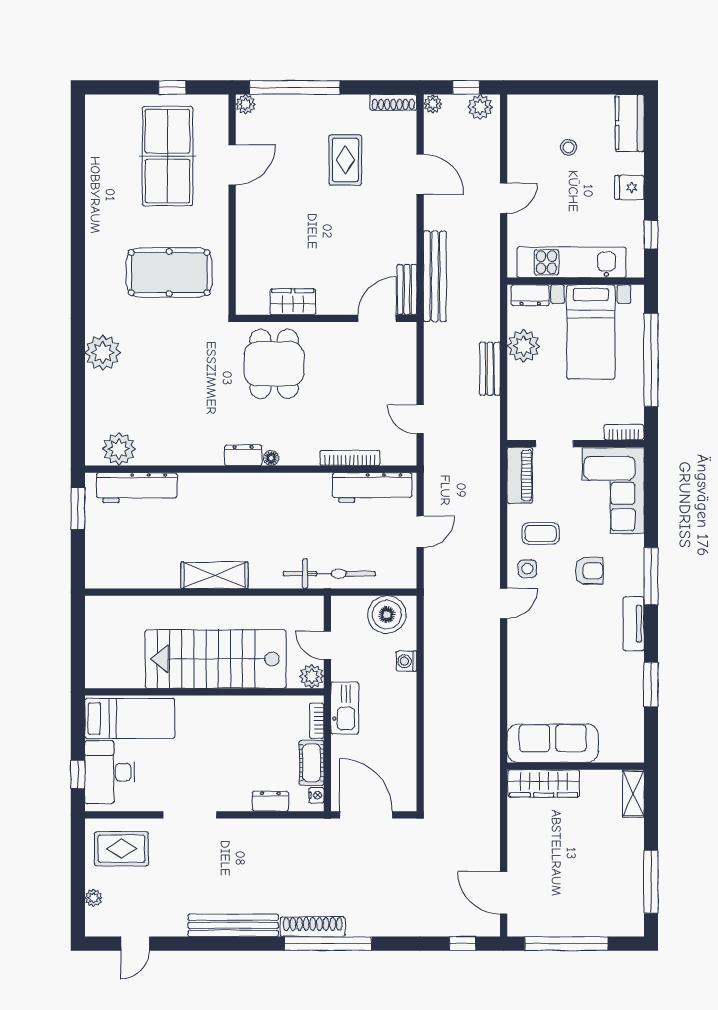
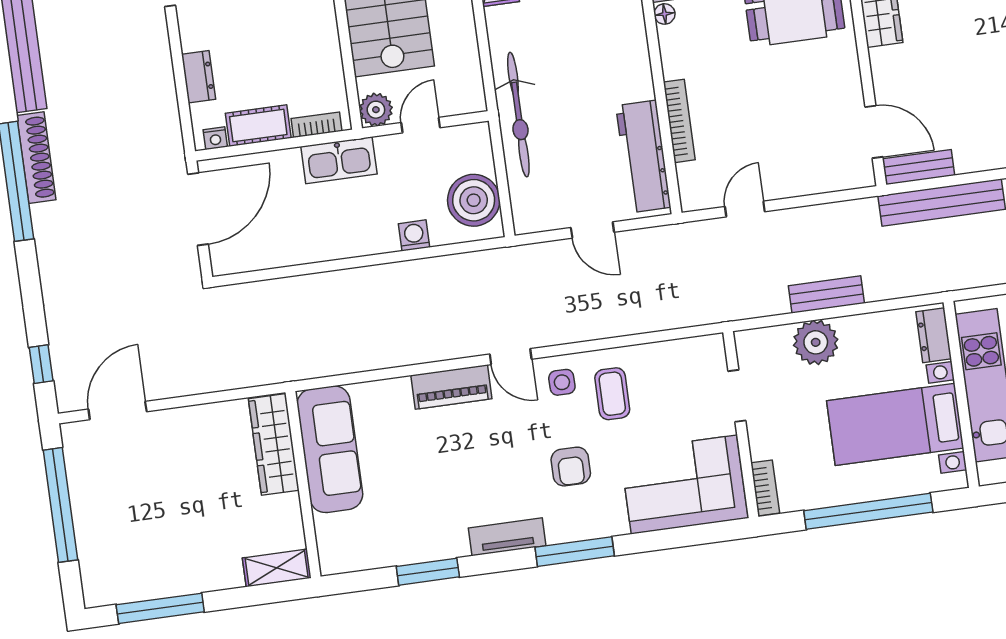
plant: (524, 346) -> (816, 342), moved
piano: (520, 475) -> (451, 387), moved

